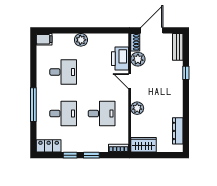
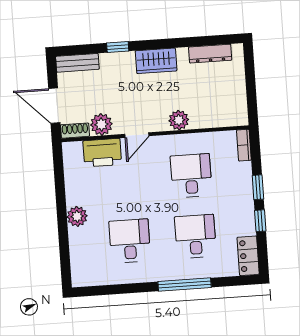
filing cabinet: (44, 39) -> (80, 275), removed
wardrobe: (144, 145) -> (156, 61), moved, turned -90

